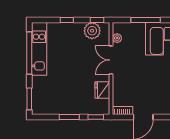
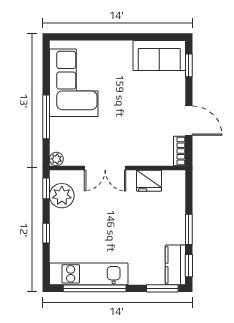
plant: (117, 38) -> (56, 159), moved
kitchen counter: (45, 108) -> (175, 265), added
window: (96, 117) -> (189, 266), moved

